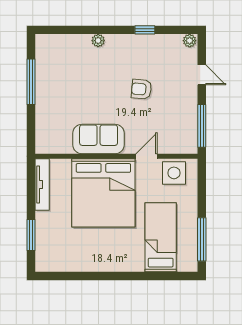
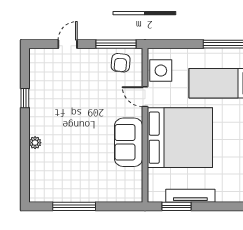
plant: (190, 41) -> (35, 56), removed
armchair: (141, 89) -> (121, 63), moved
tv unit: (42, 185) -> (190, 196), moved
window: (31, 235) -> (176, 206), moved

